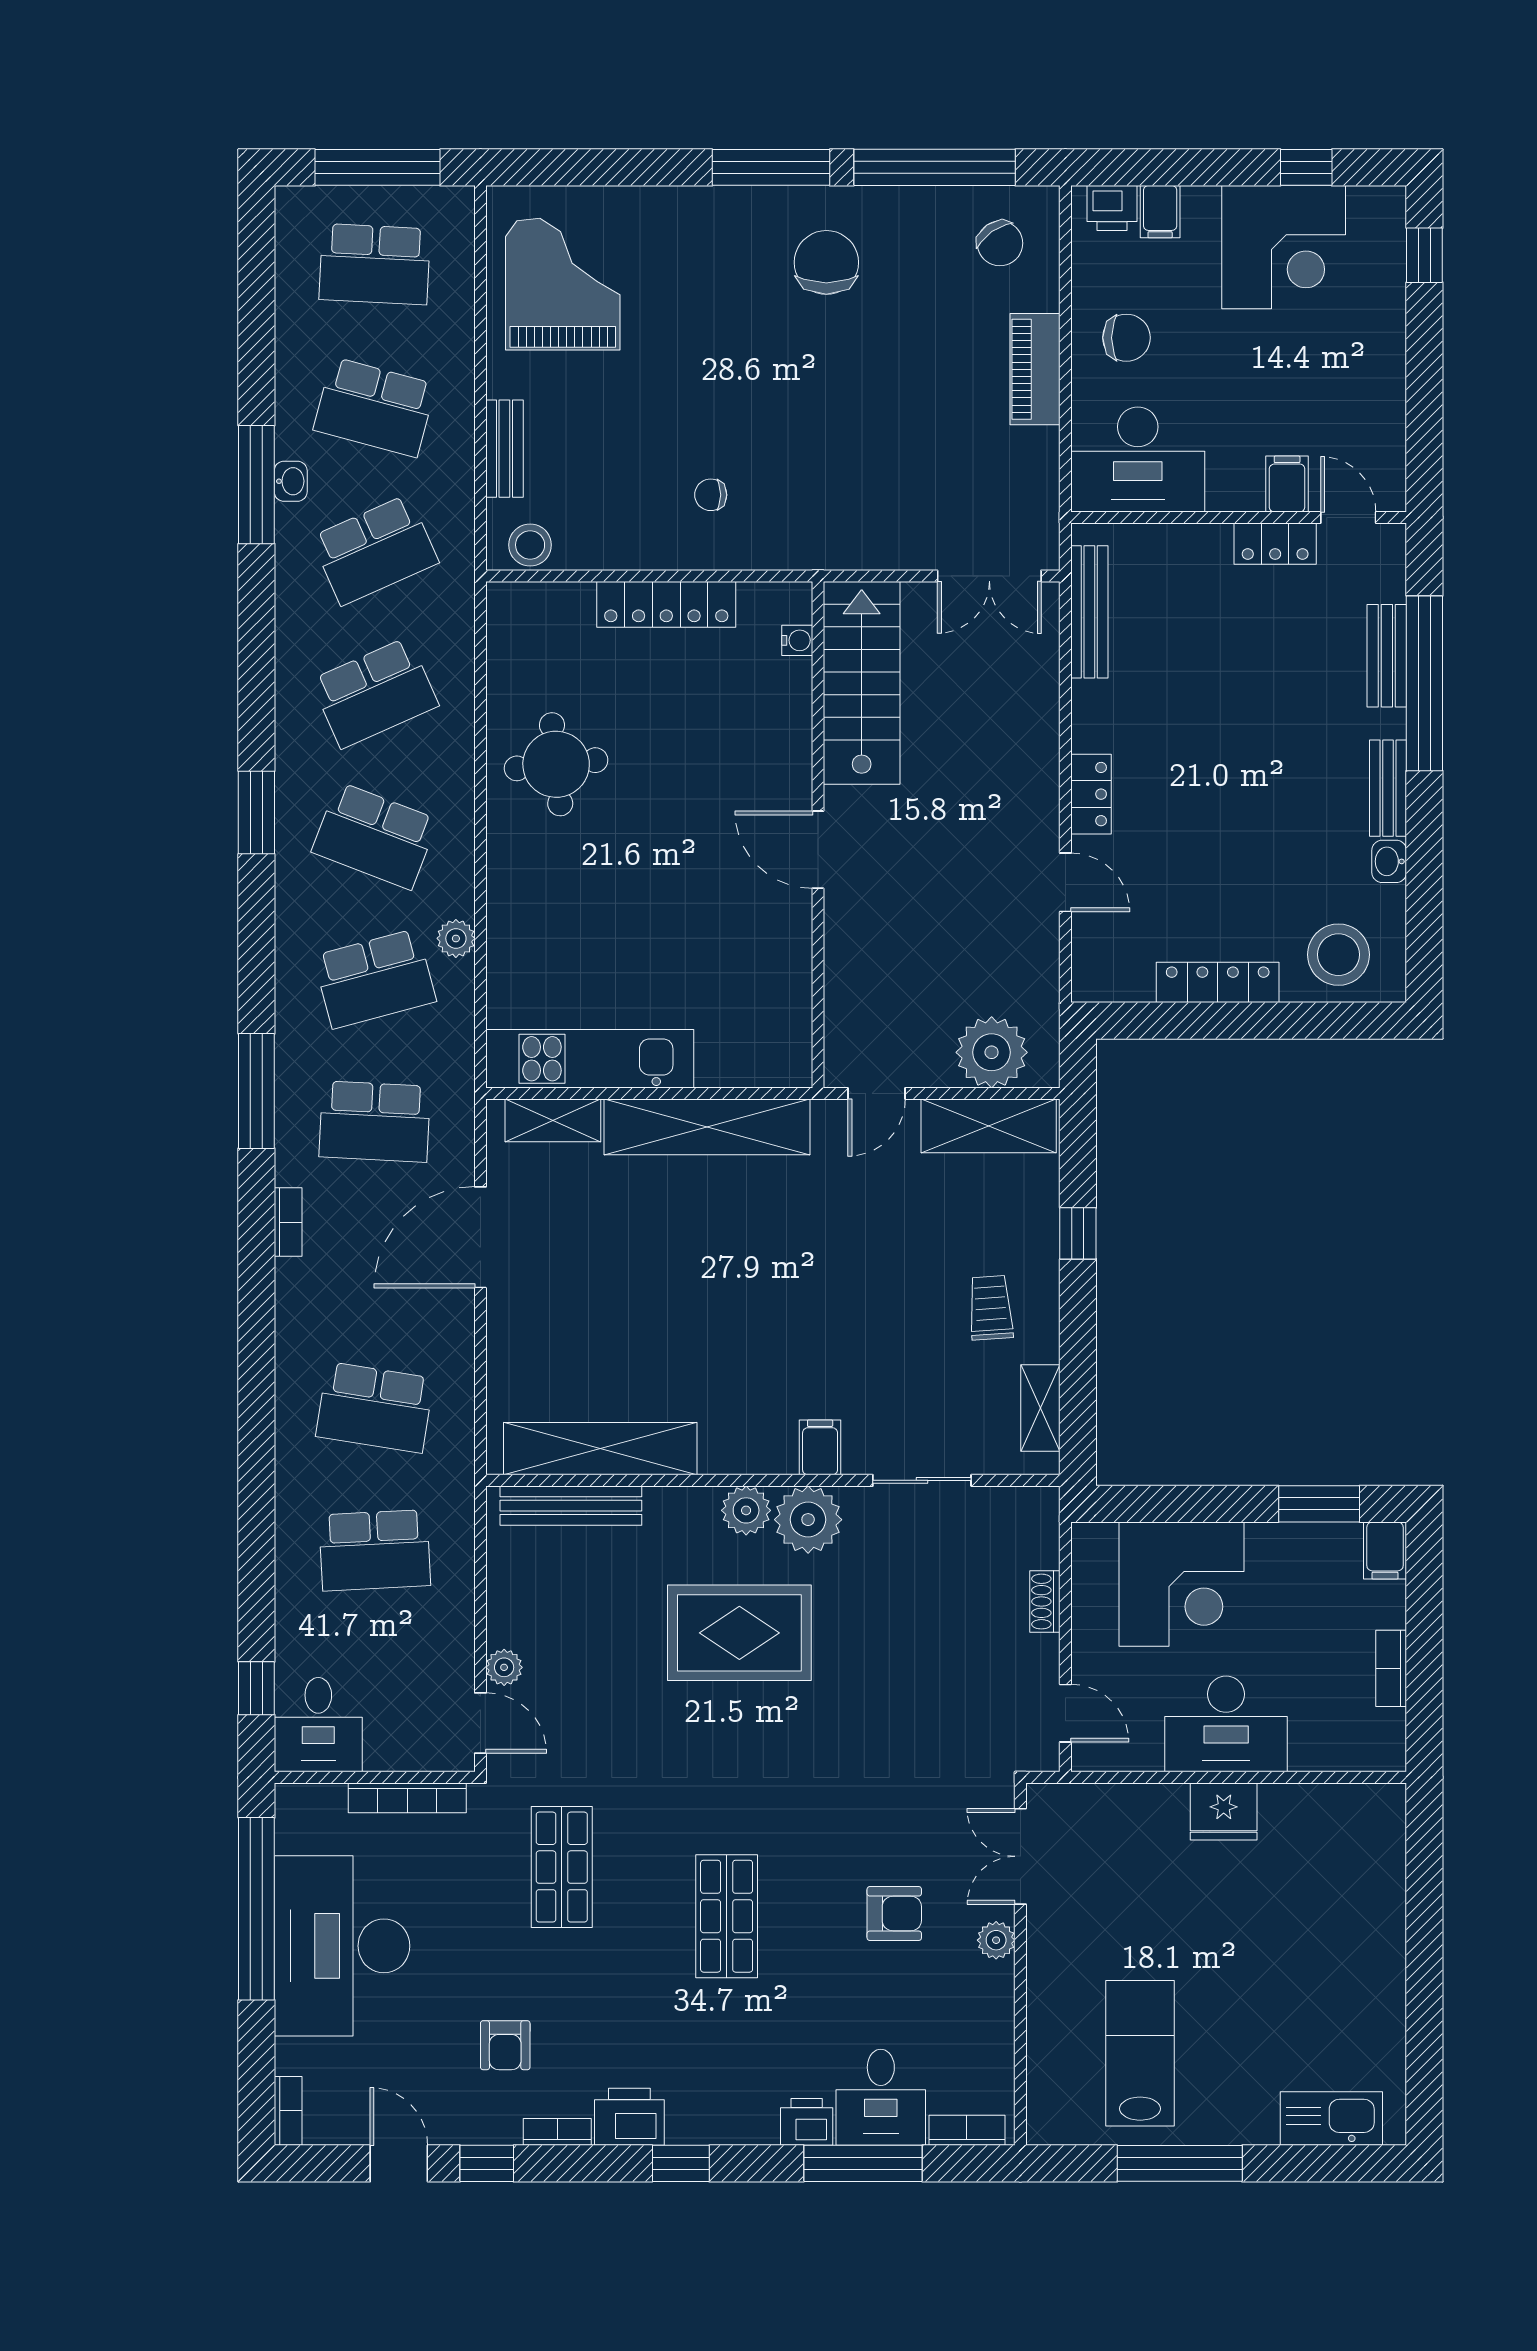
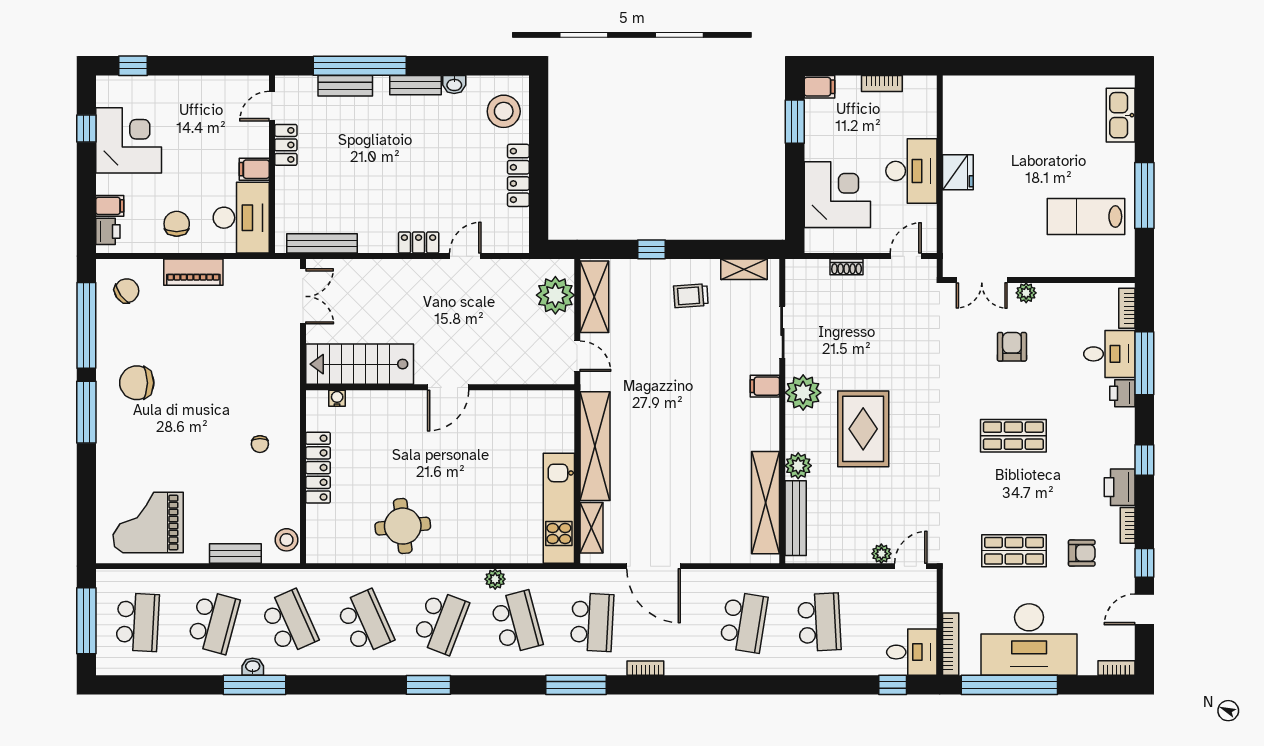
filing cabinet: (1287, 484) -> (254, 169), moved
plant: (746, 1510) -> (798, 466), moved
bookcase: (407, 1798) -> (951, 644), moved
shop shelf: (562, 1867) -> (1014, 551), moved

